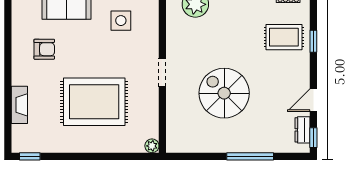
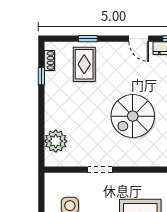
doorway: (162, 73) -> (100, 170), moved

